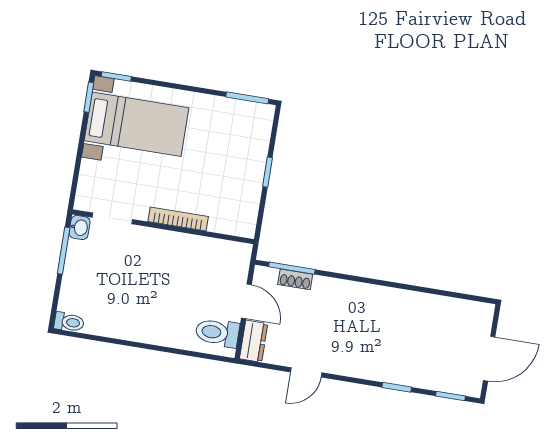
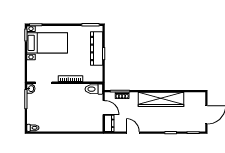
dresser: (253, 157) -> (97, 49), added
wardrobe: (387, 304) -> (161, 99), added
toilet: (217, 333) -> (94, 89), moved
door: (306, 372) -> (133, 133), swing flipped

